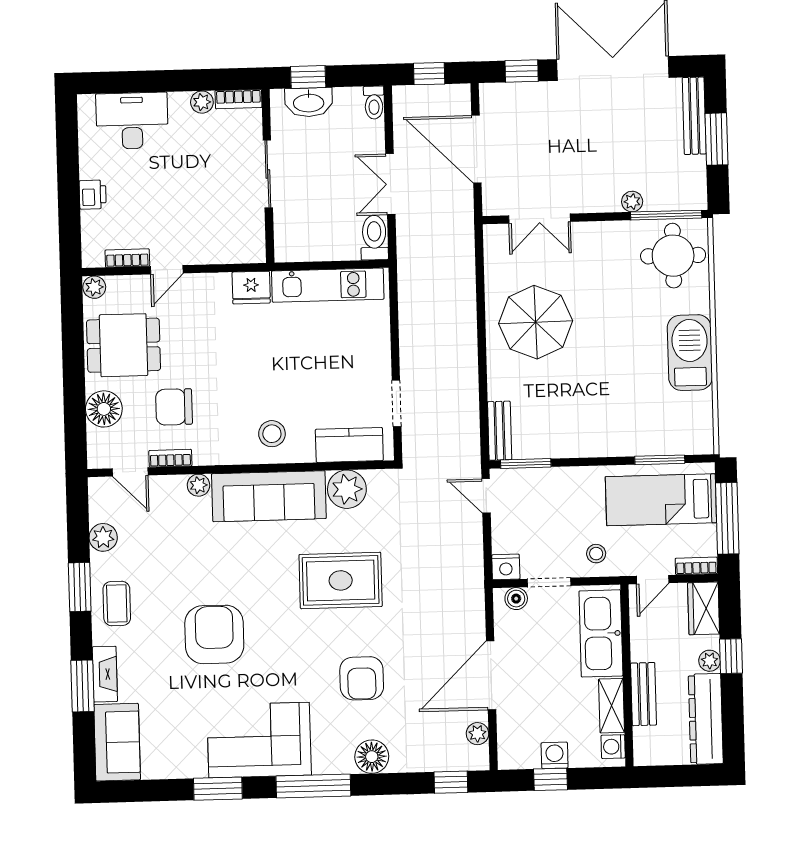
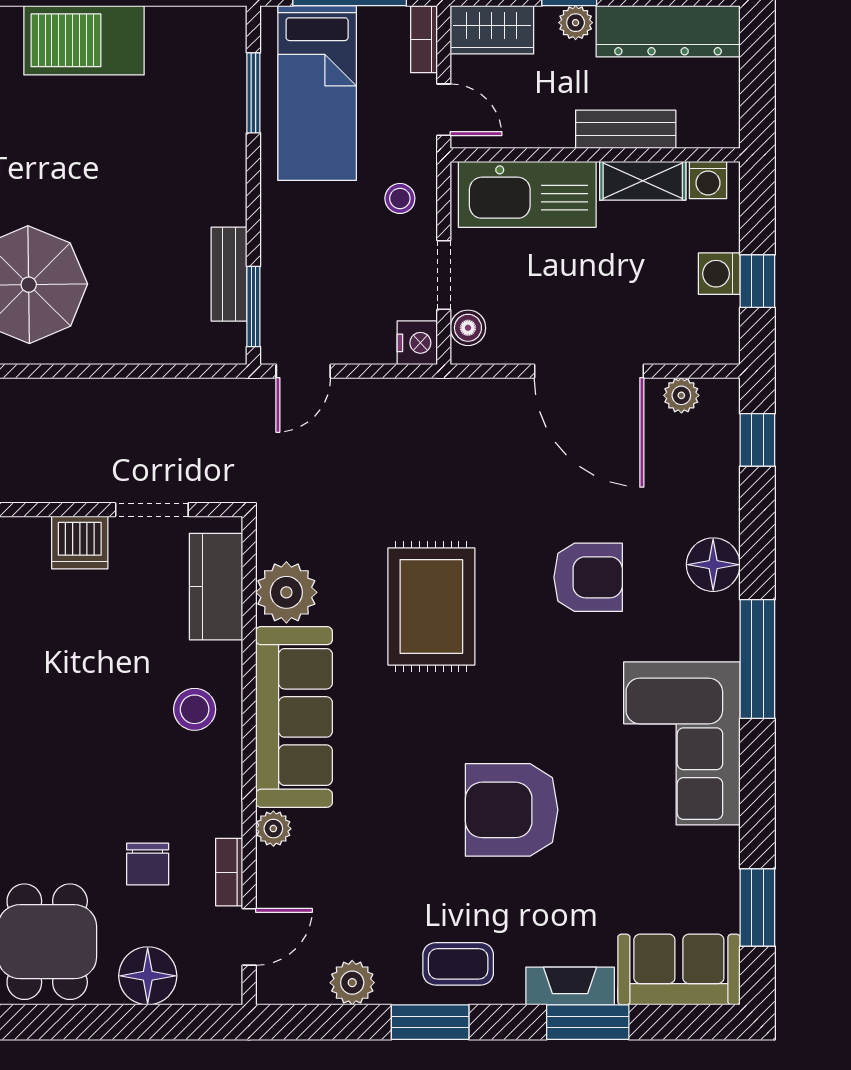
dishwasher: (375, 359) -> (80, 542), added
chair: (174, 407) -> (148, 864), width x0.73, depth x0.73
bench: (500, 431) -> (229, 274), moved, turned 90
window: (218, 789) -> (757, 908), moved

